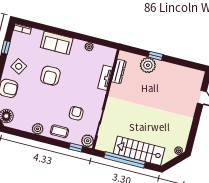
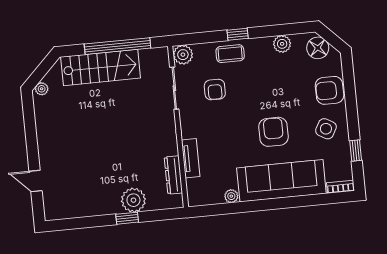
sofa: (57, 43) -> (281, 181), width x1.85, depth x1.27
plant: (38, 129) -> (282, 44), moved
window: (76, 147) -> (238, 34), moved

